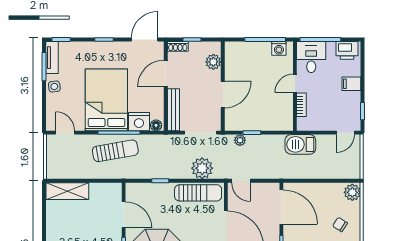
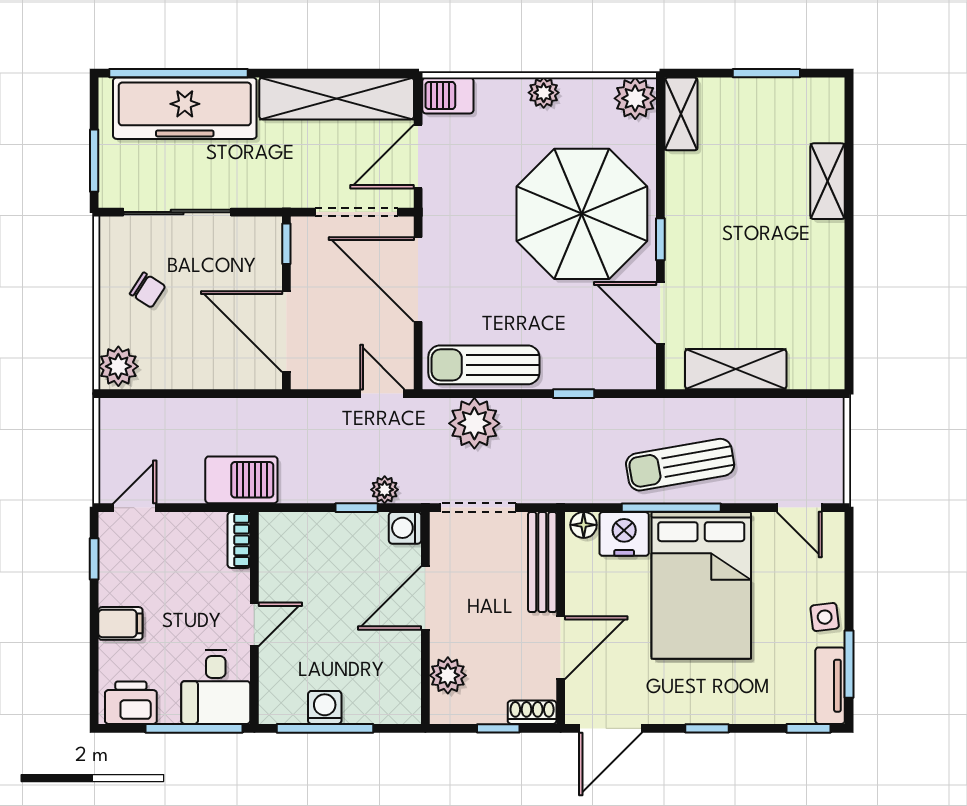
washing machine: (279, 48) -> (325, 707), moved
bookcase: (301, 105) -> (239, 540), moved
washing machine: (231, 124) -> (405, 528), added
shelving: (67, 191) -> (736, 369), moved

